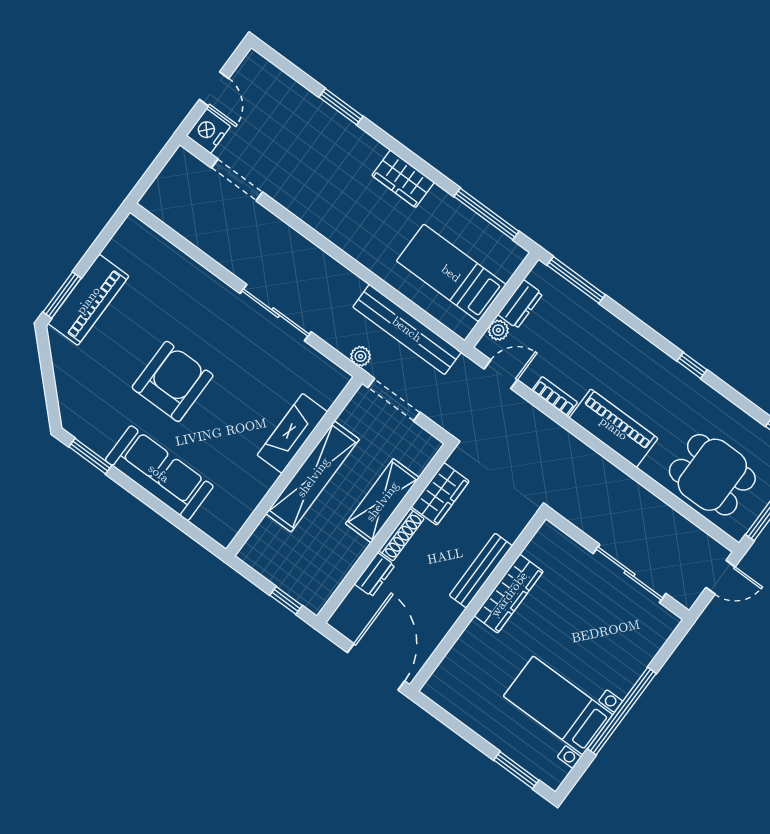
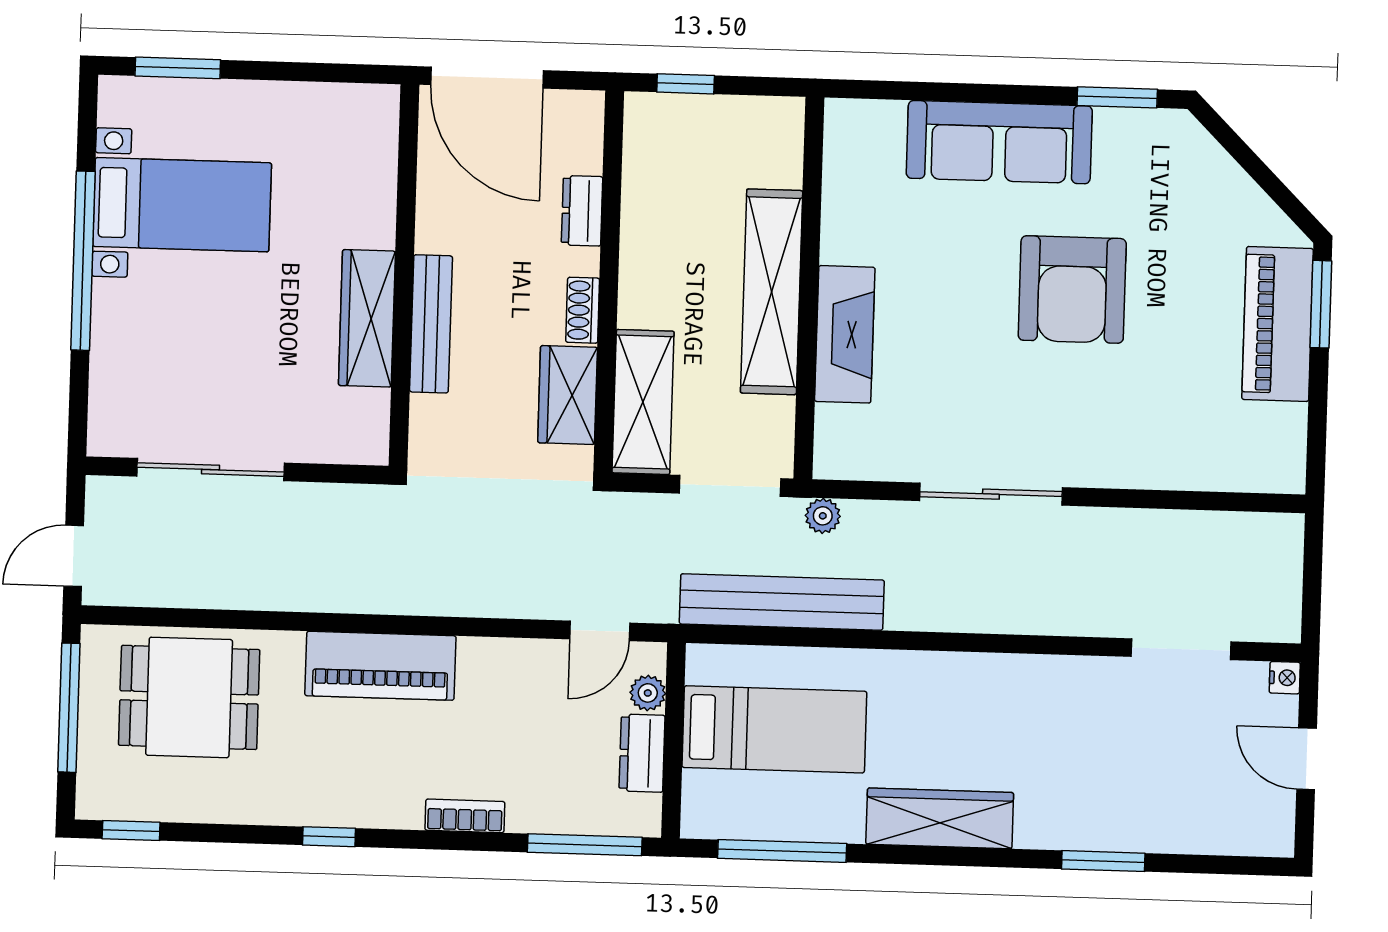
nightstand: (208, 131) -> (1285, 678), width x0.53, depth x0.56
wardrobe: (403, 179) -> (940, 818), width x1.50
bookcase: (555, 396) -> (465, 816), moved, turned 180
shelving: (382, 501) -> (643, 402), moved
shoe rack: (401, 535) -> (583, 310), width x0.70

